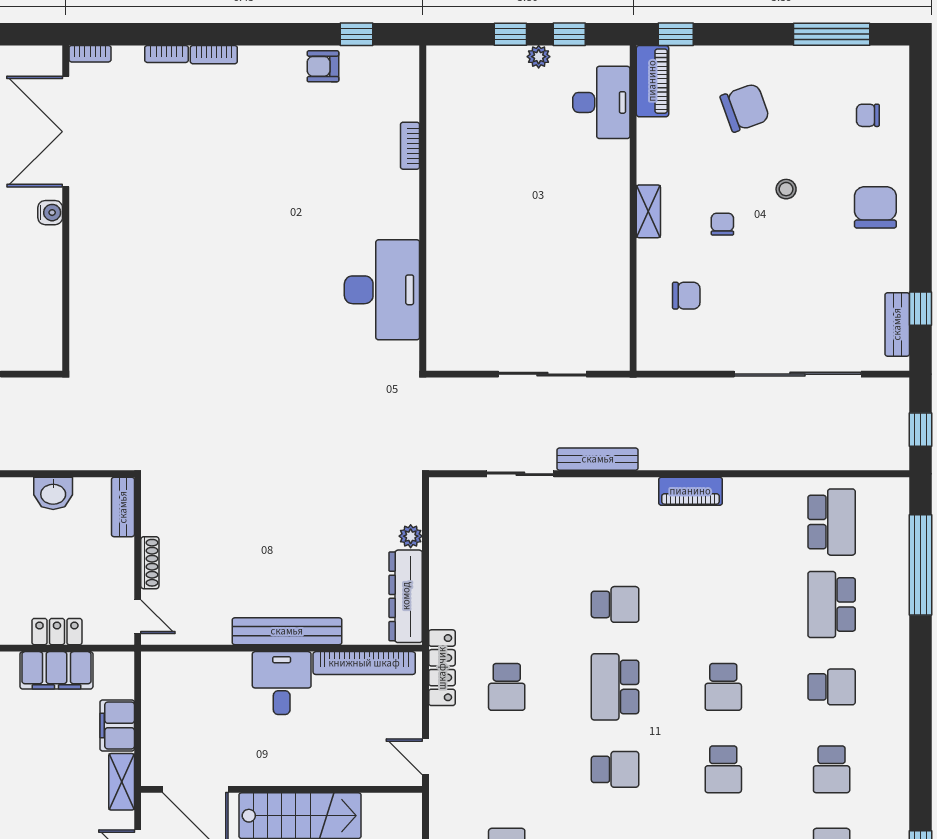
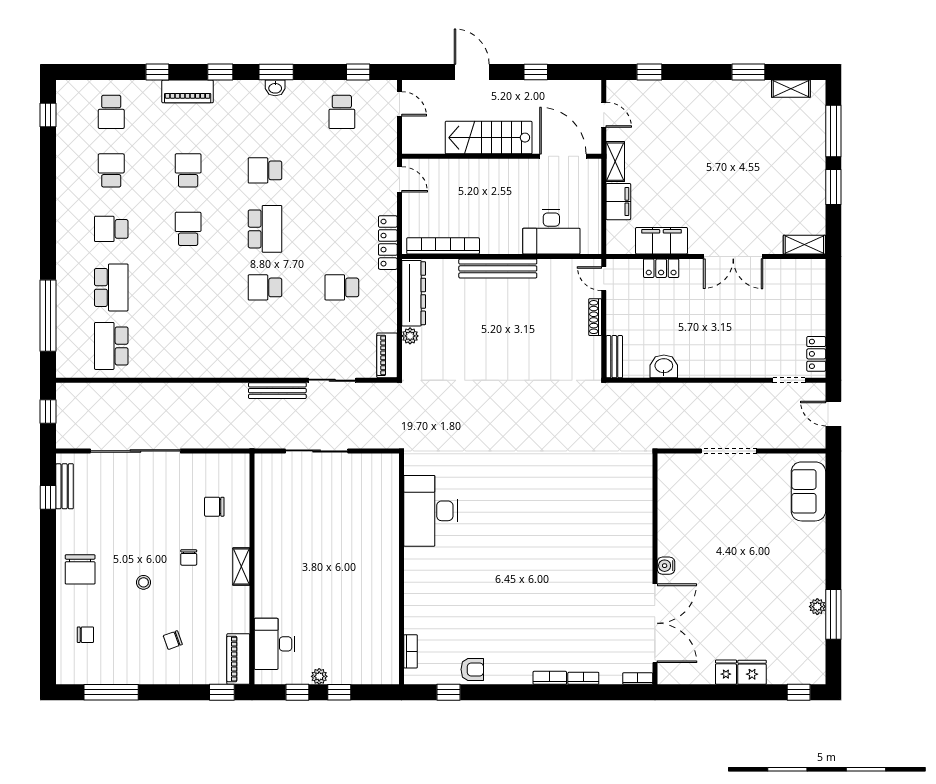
chair: (745, 108) -> (173, 640), width x0.54, depth x0.54
bookcase: (410, 146) -> (411, 651), moved
piano: (690, 491) -> (387, 355), moved, turned -90
desk: (282, 683) -> (551, 232), moved, width x1.37
school desk: (507, 687) -> (342, 287), moved, turned -90

